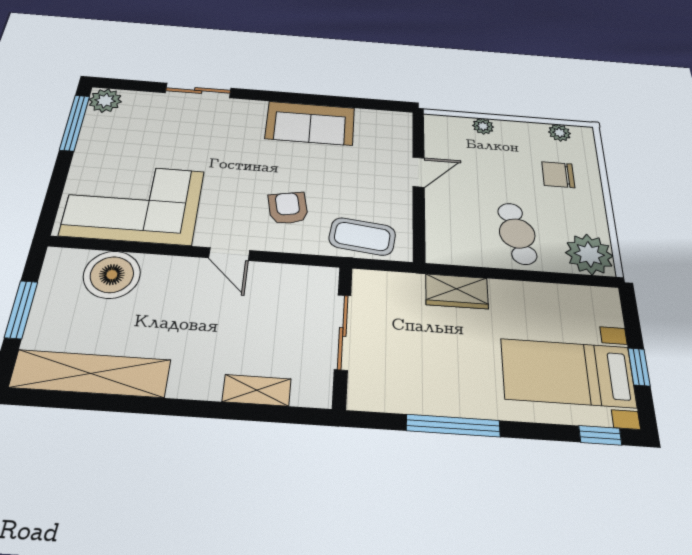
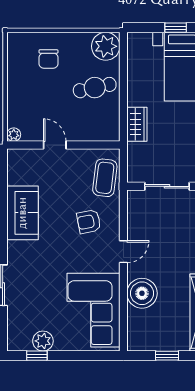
plant: (105, 101) -> (43, 341), moved
window: (75, 123) -> (37, 356), width x0.46
plant: (483, 126) -> (14, 135), moved
plant: (559, 133) -> (14, 55), removed
boiler: (112, 275) -> (142, 293), moved
window: (21, 309) -> (167, 356), width x0.67

